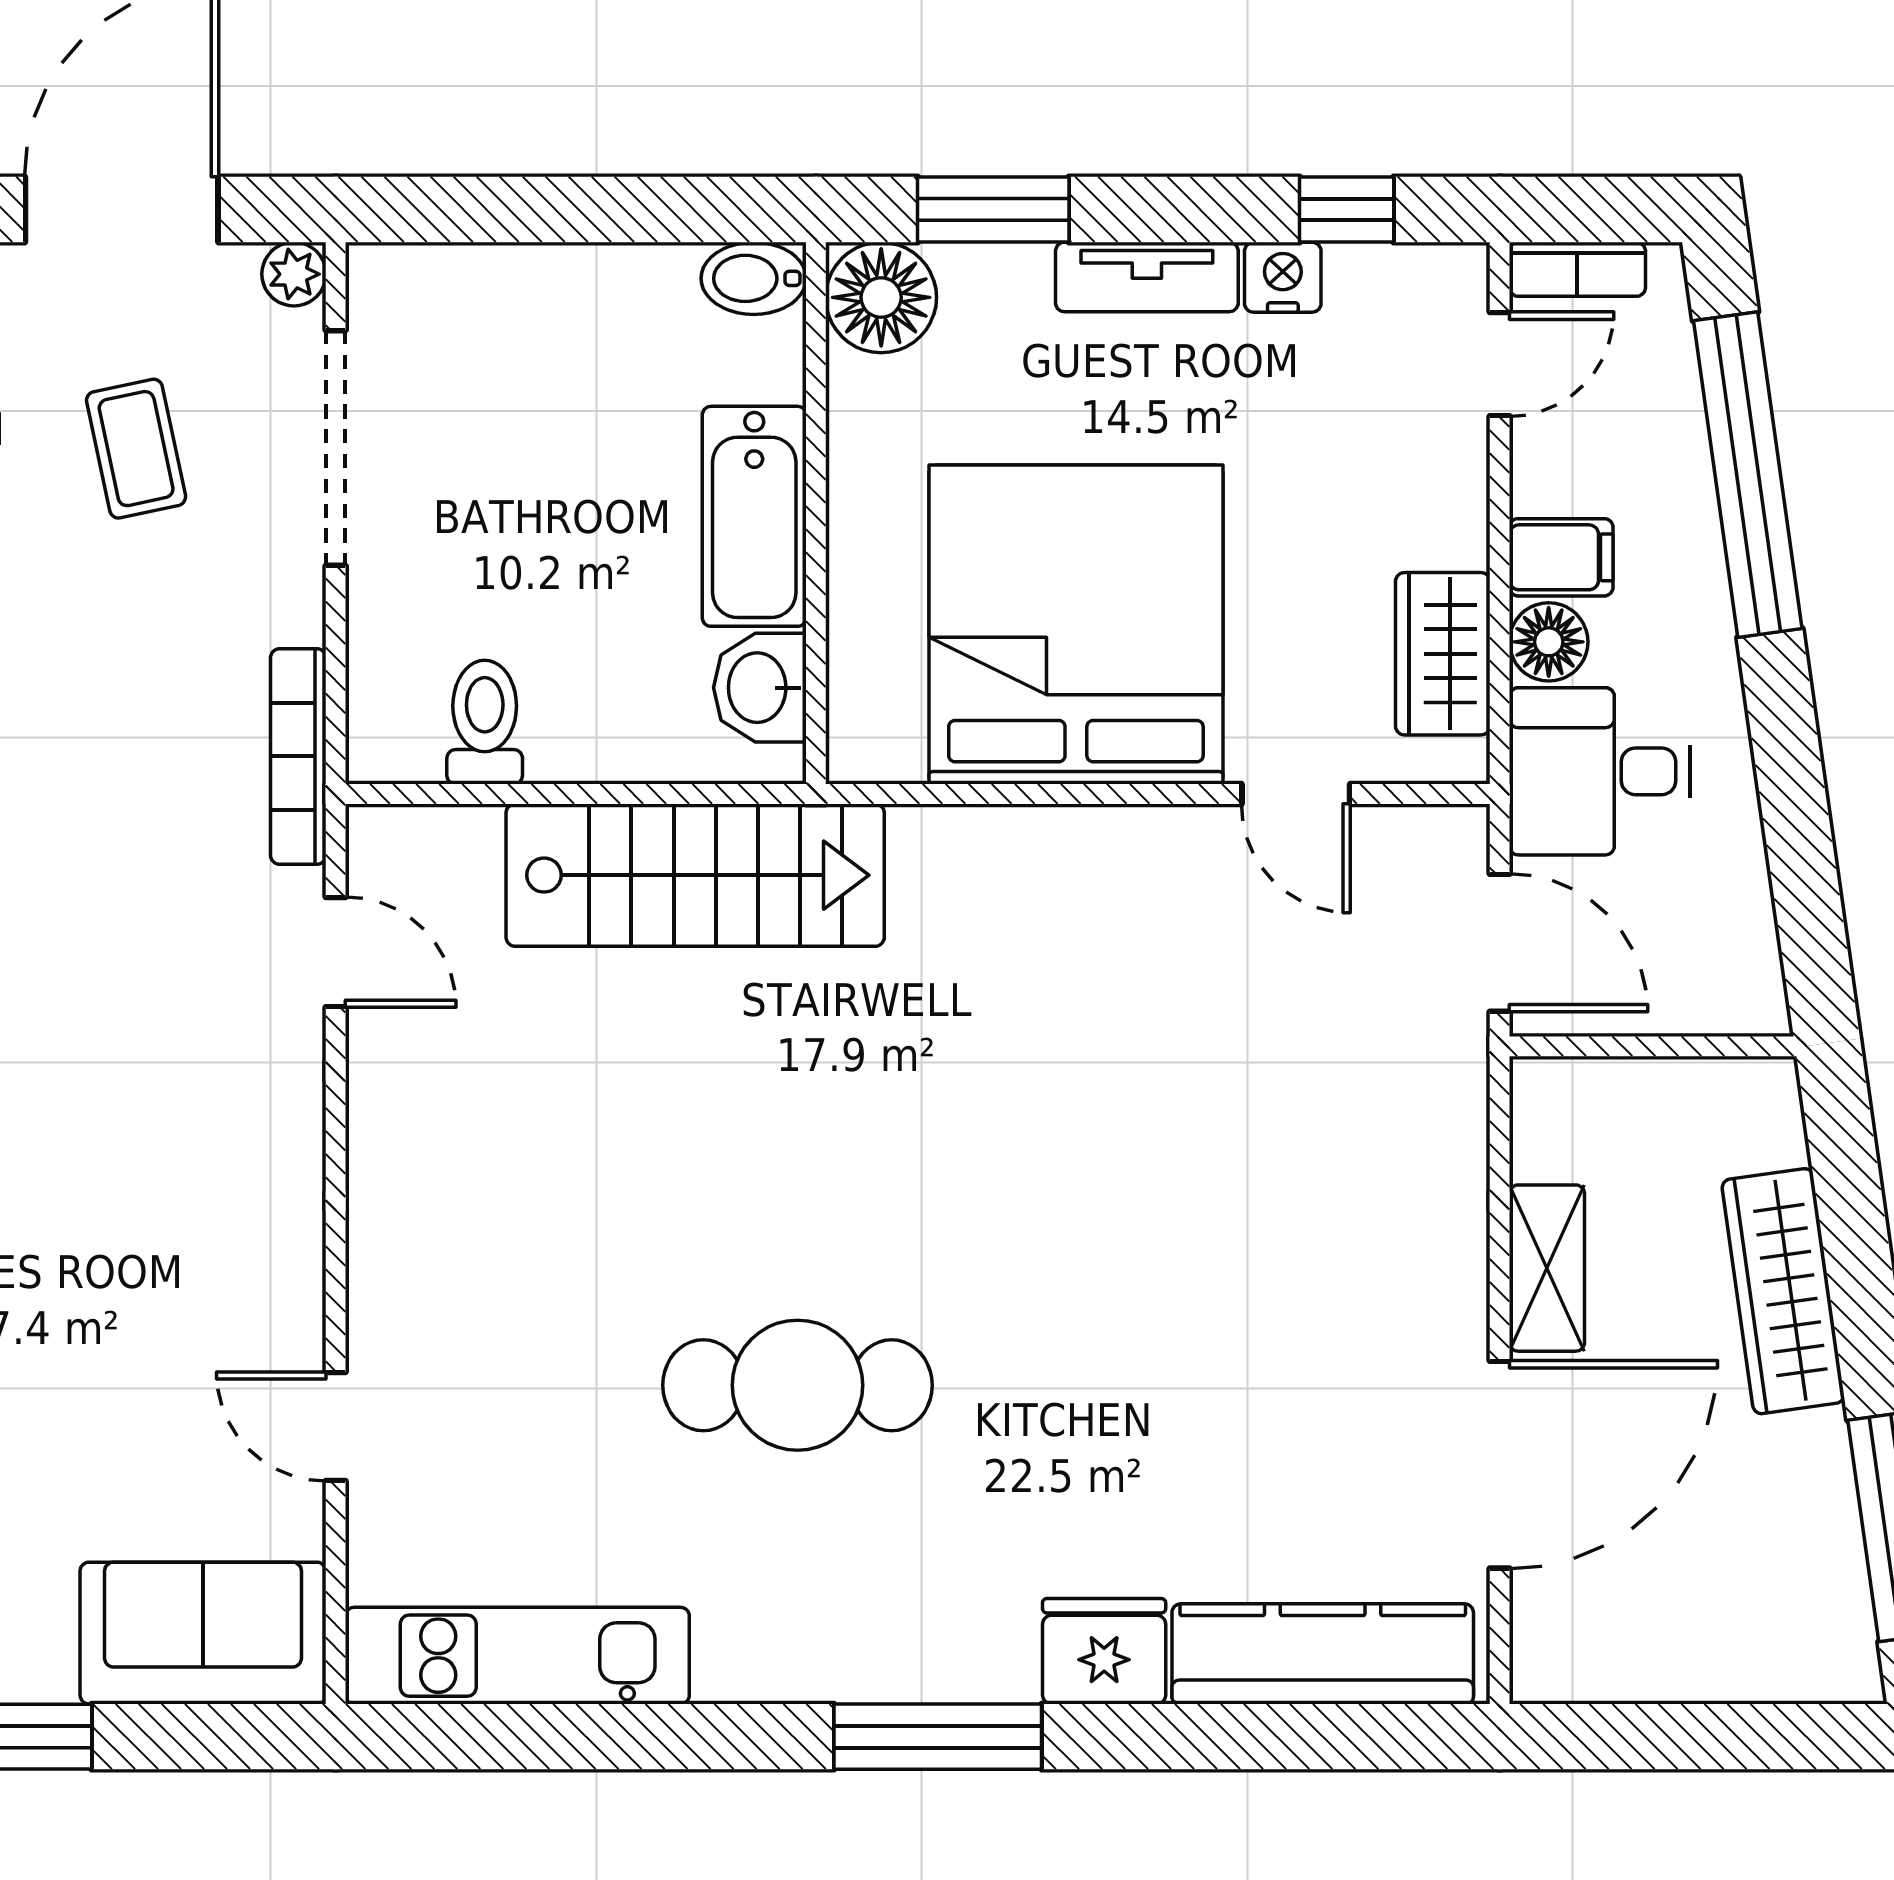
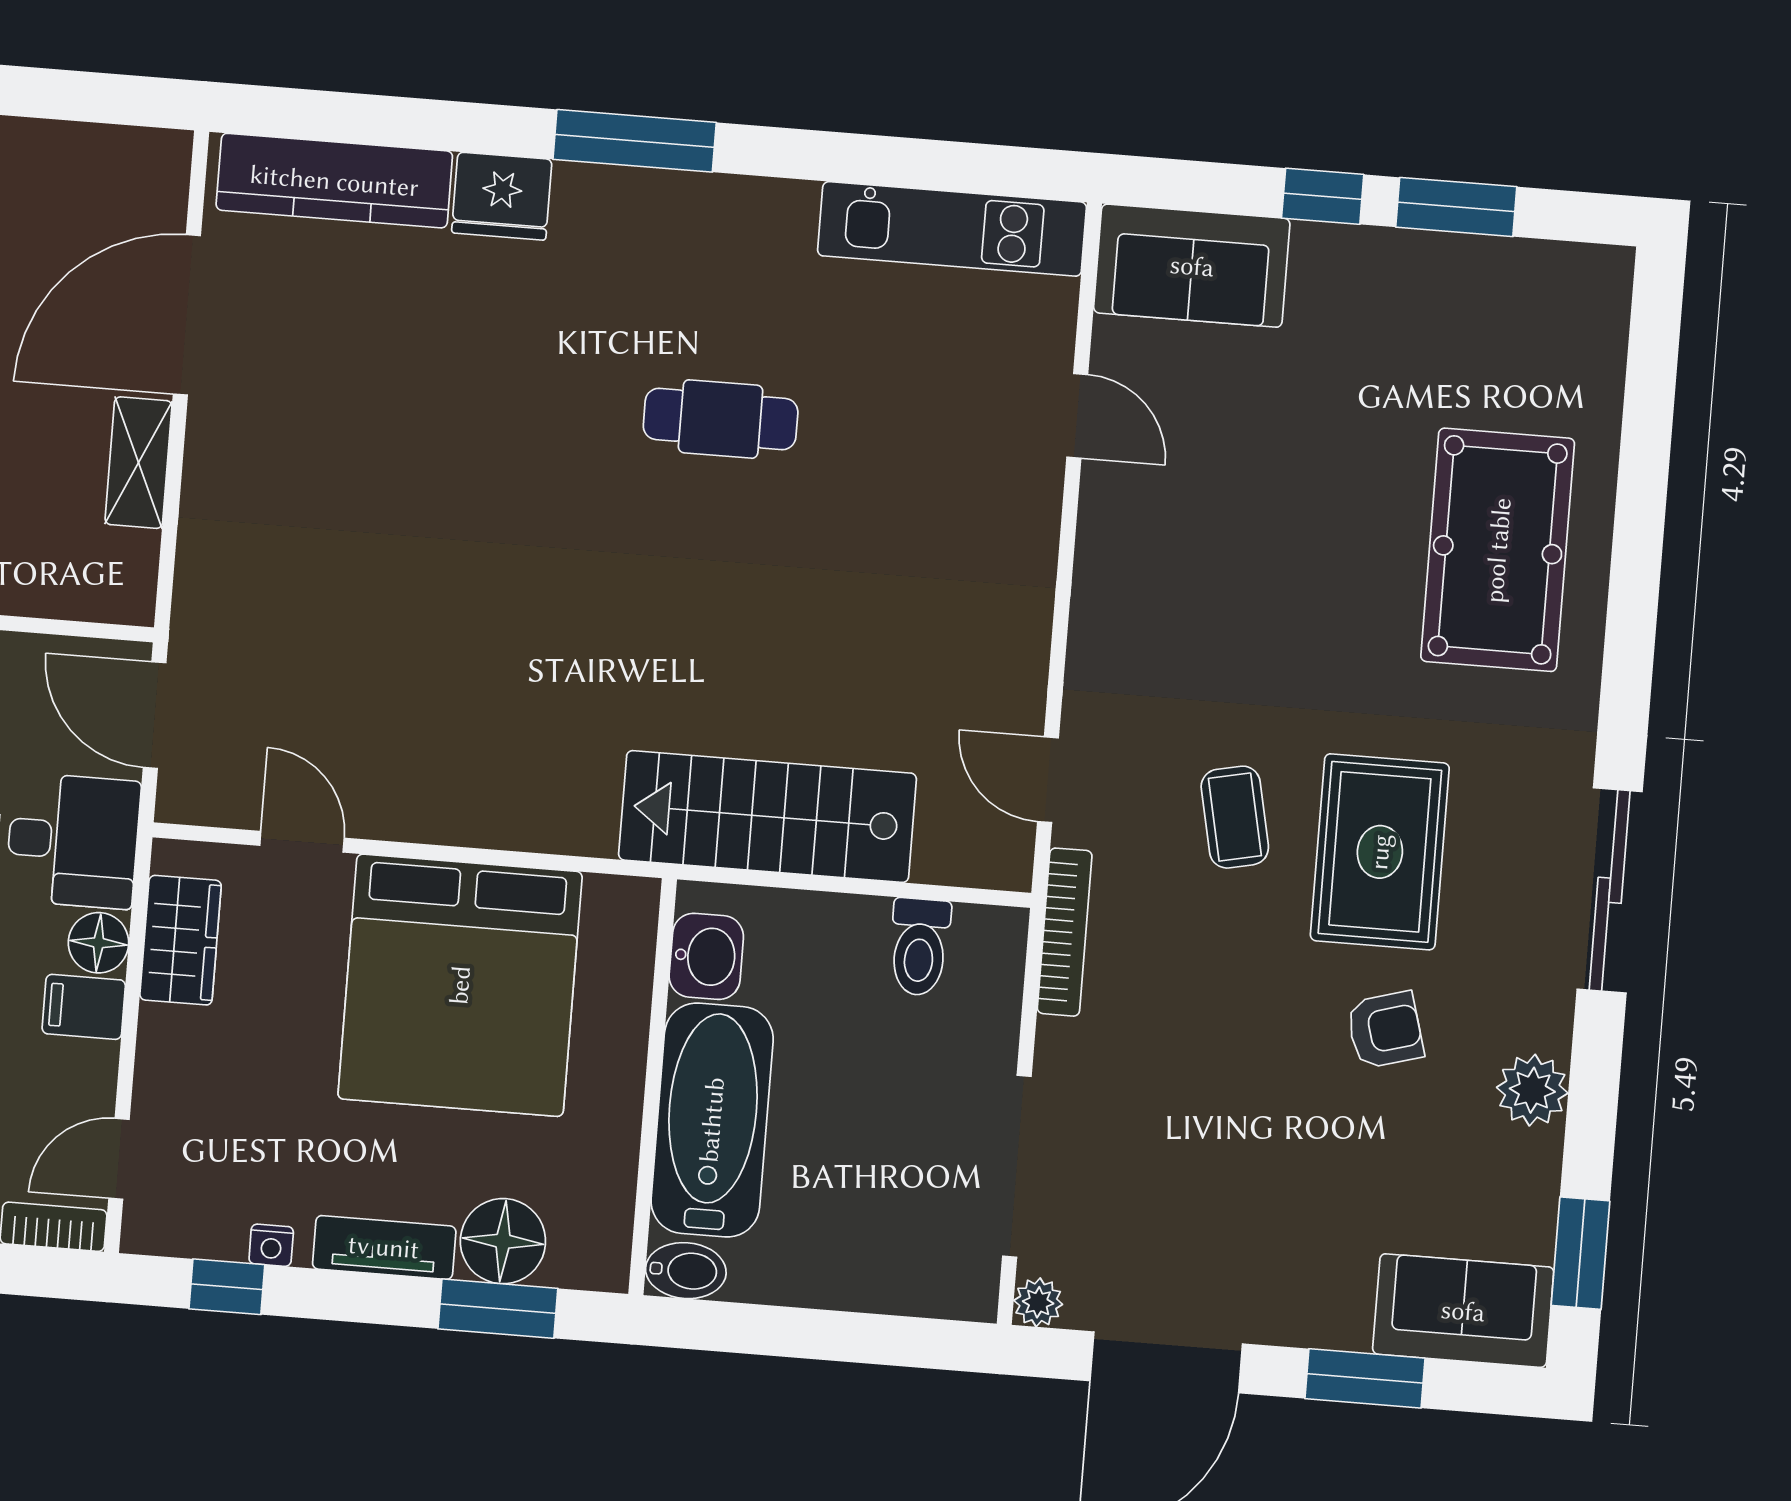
nightstand: (1283, 277) -> (271, 1245), width x0.72, depth x0.74
floor lamp: (881, 297) -> (503, 1241), moved
coffee table: (136, 449) -> (1235, 817), moved
bathtub: (754, 516) -> (712, 1120), width x1.36, depth x1.36
cafe table: (797, 1385) -> (721, 419), width x0.73, depth x0.74

